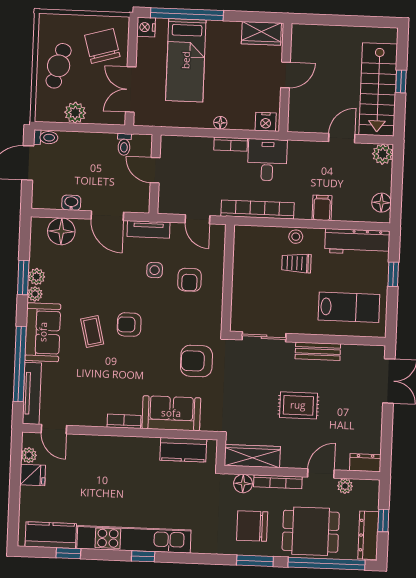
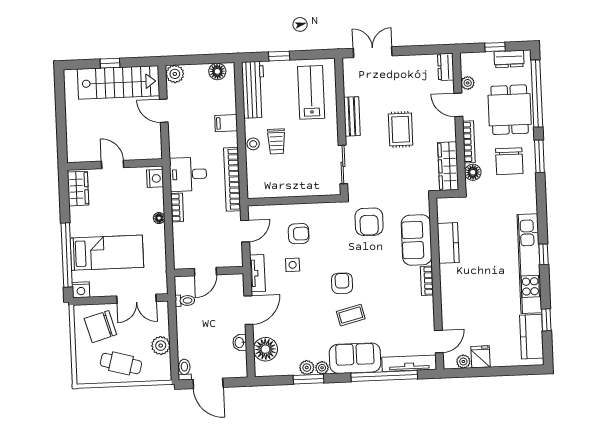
armchair: (129, 325) -> (342, 283), turned 180
kitchen counter: (183, 450) -> (448, 243), moved
dresser: (368, 535) -> (509, 59), width x0.70

